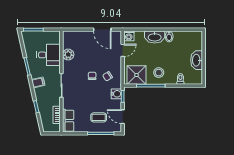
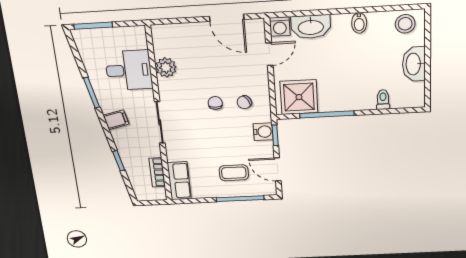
washbasin: (155, 37) -> (311, 27), moved
stool: (159, 73) -> (405, 24), moved

